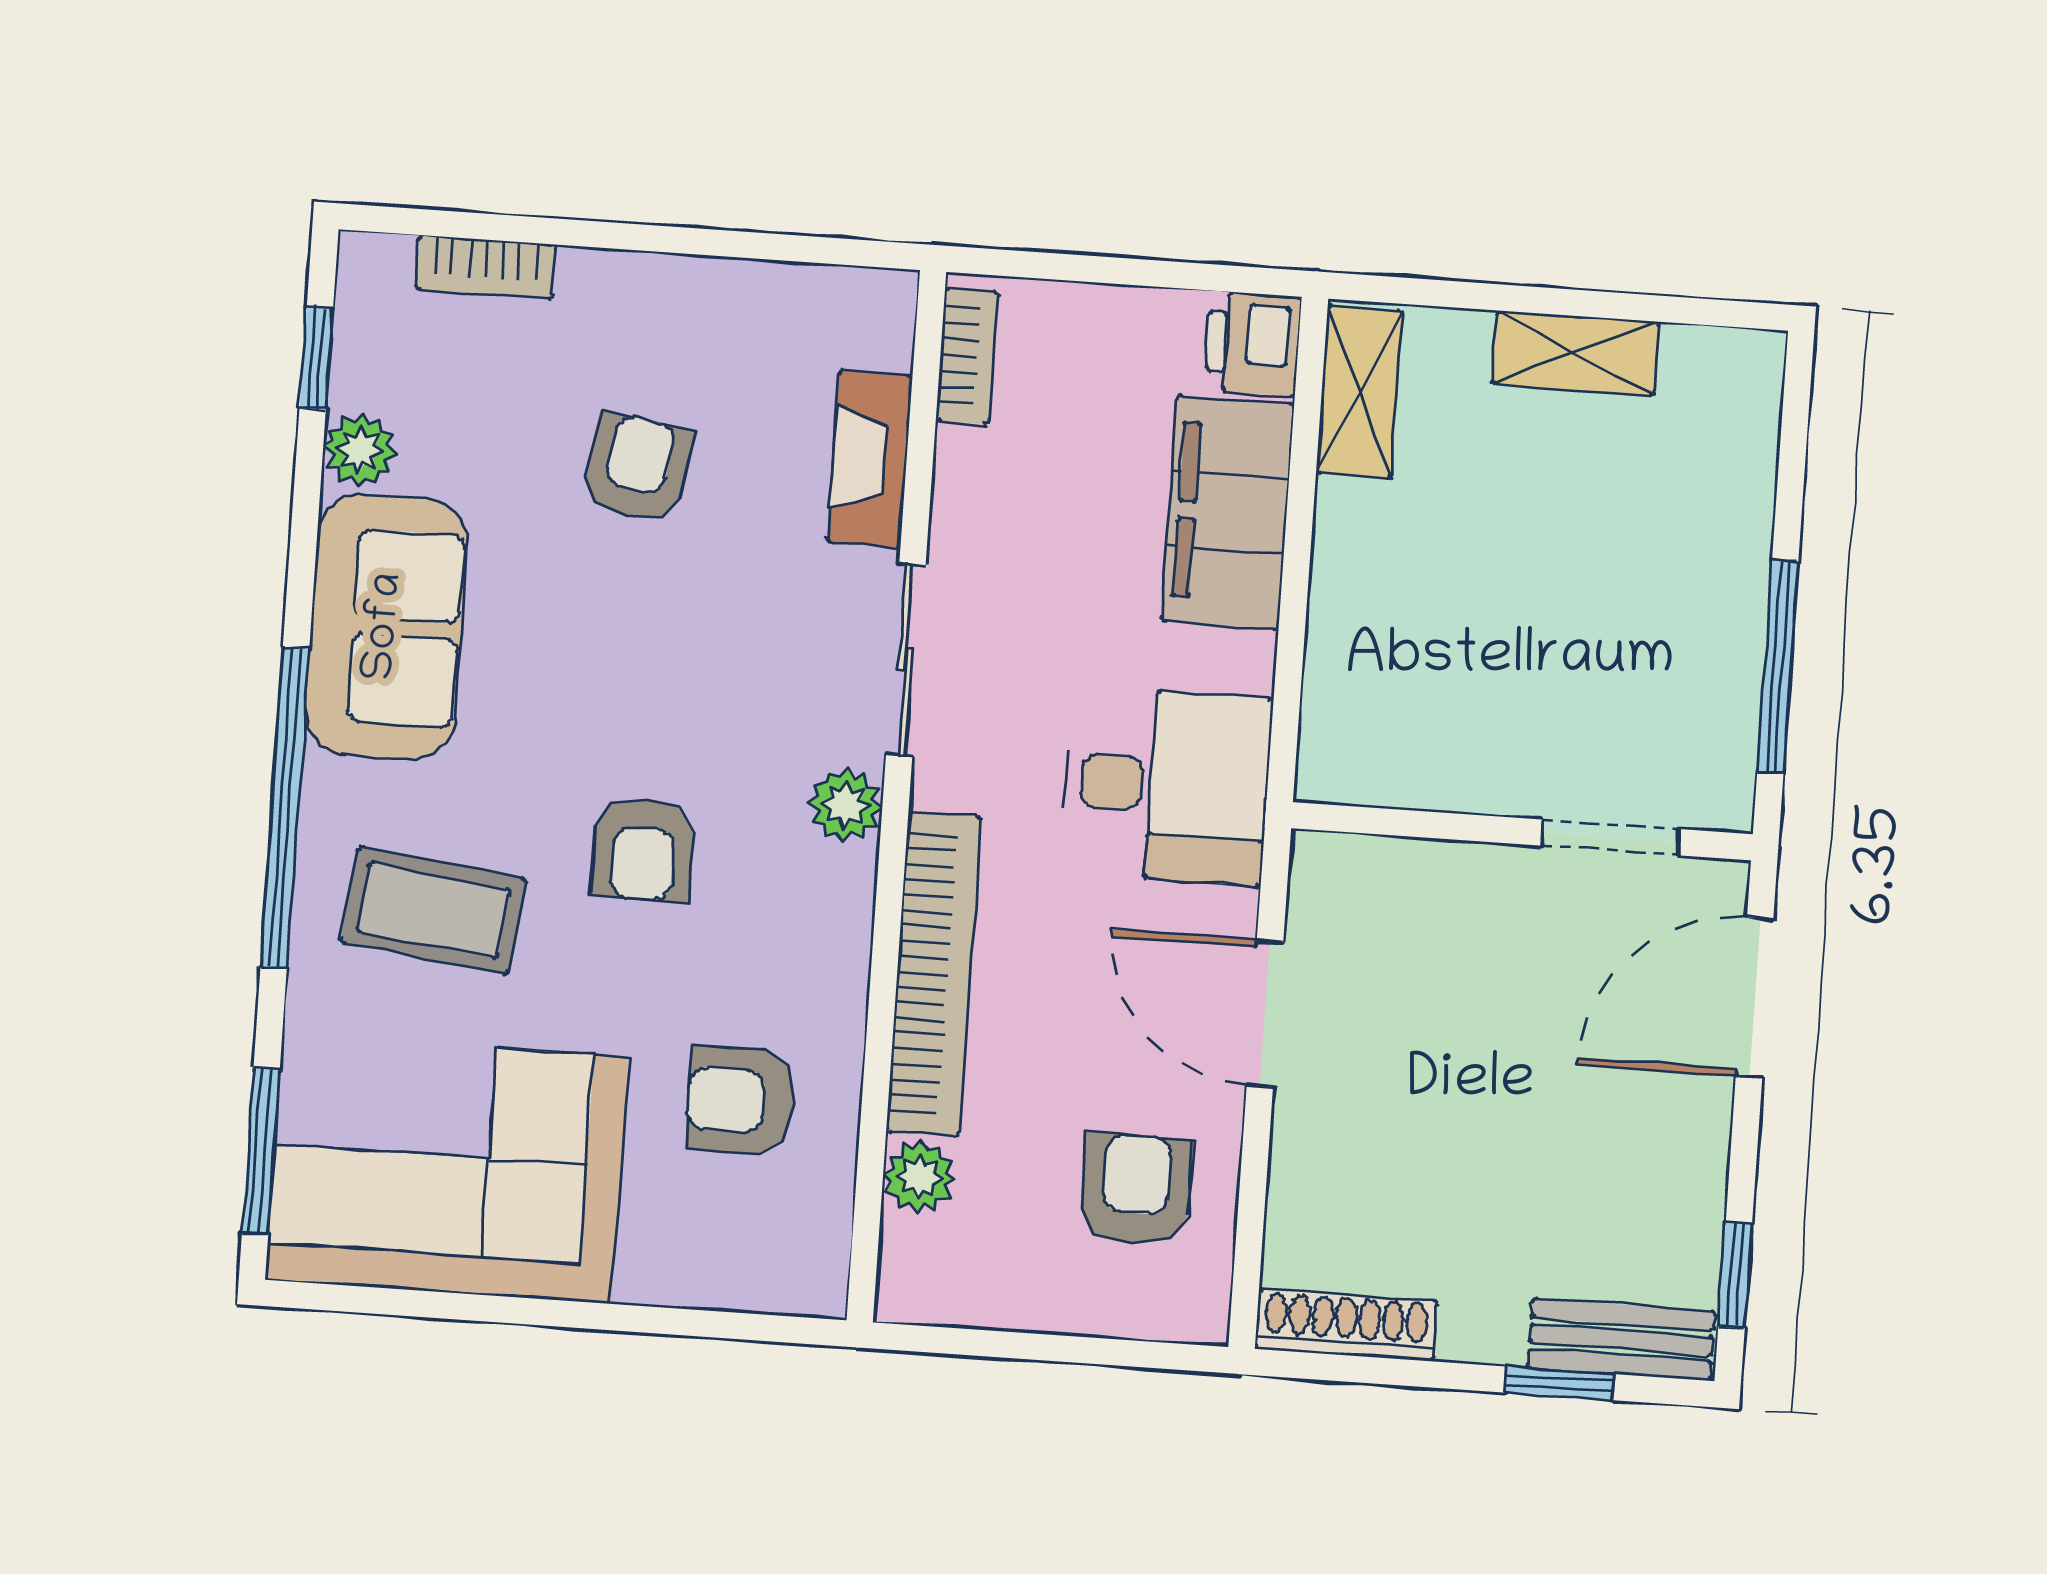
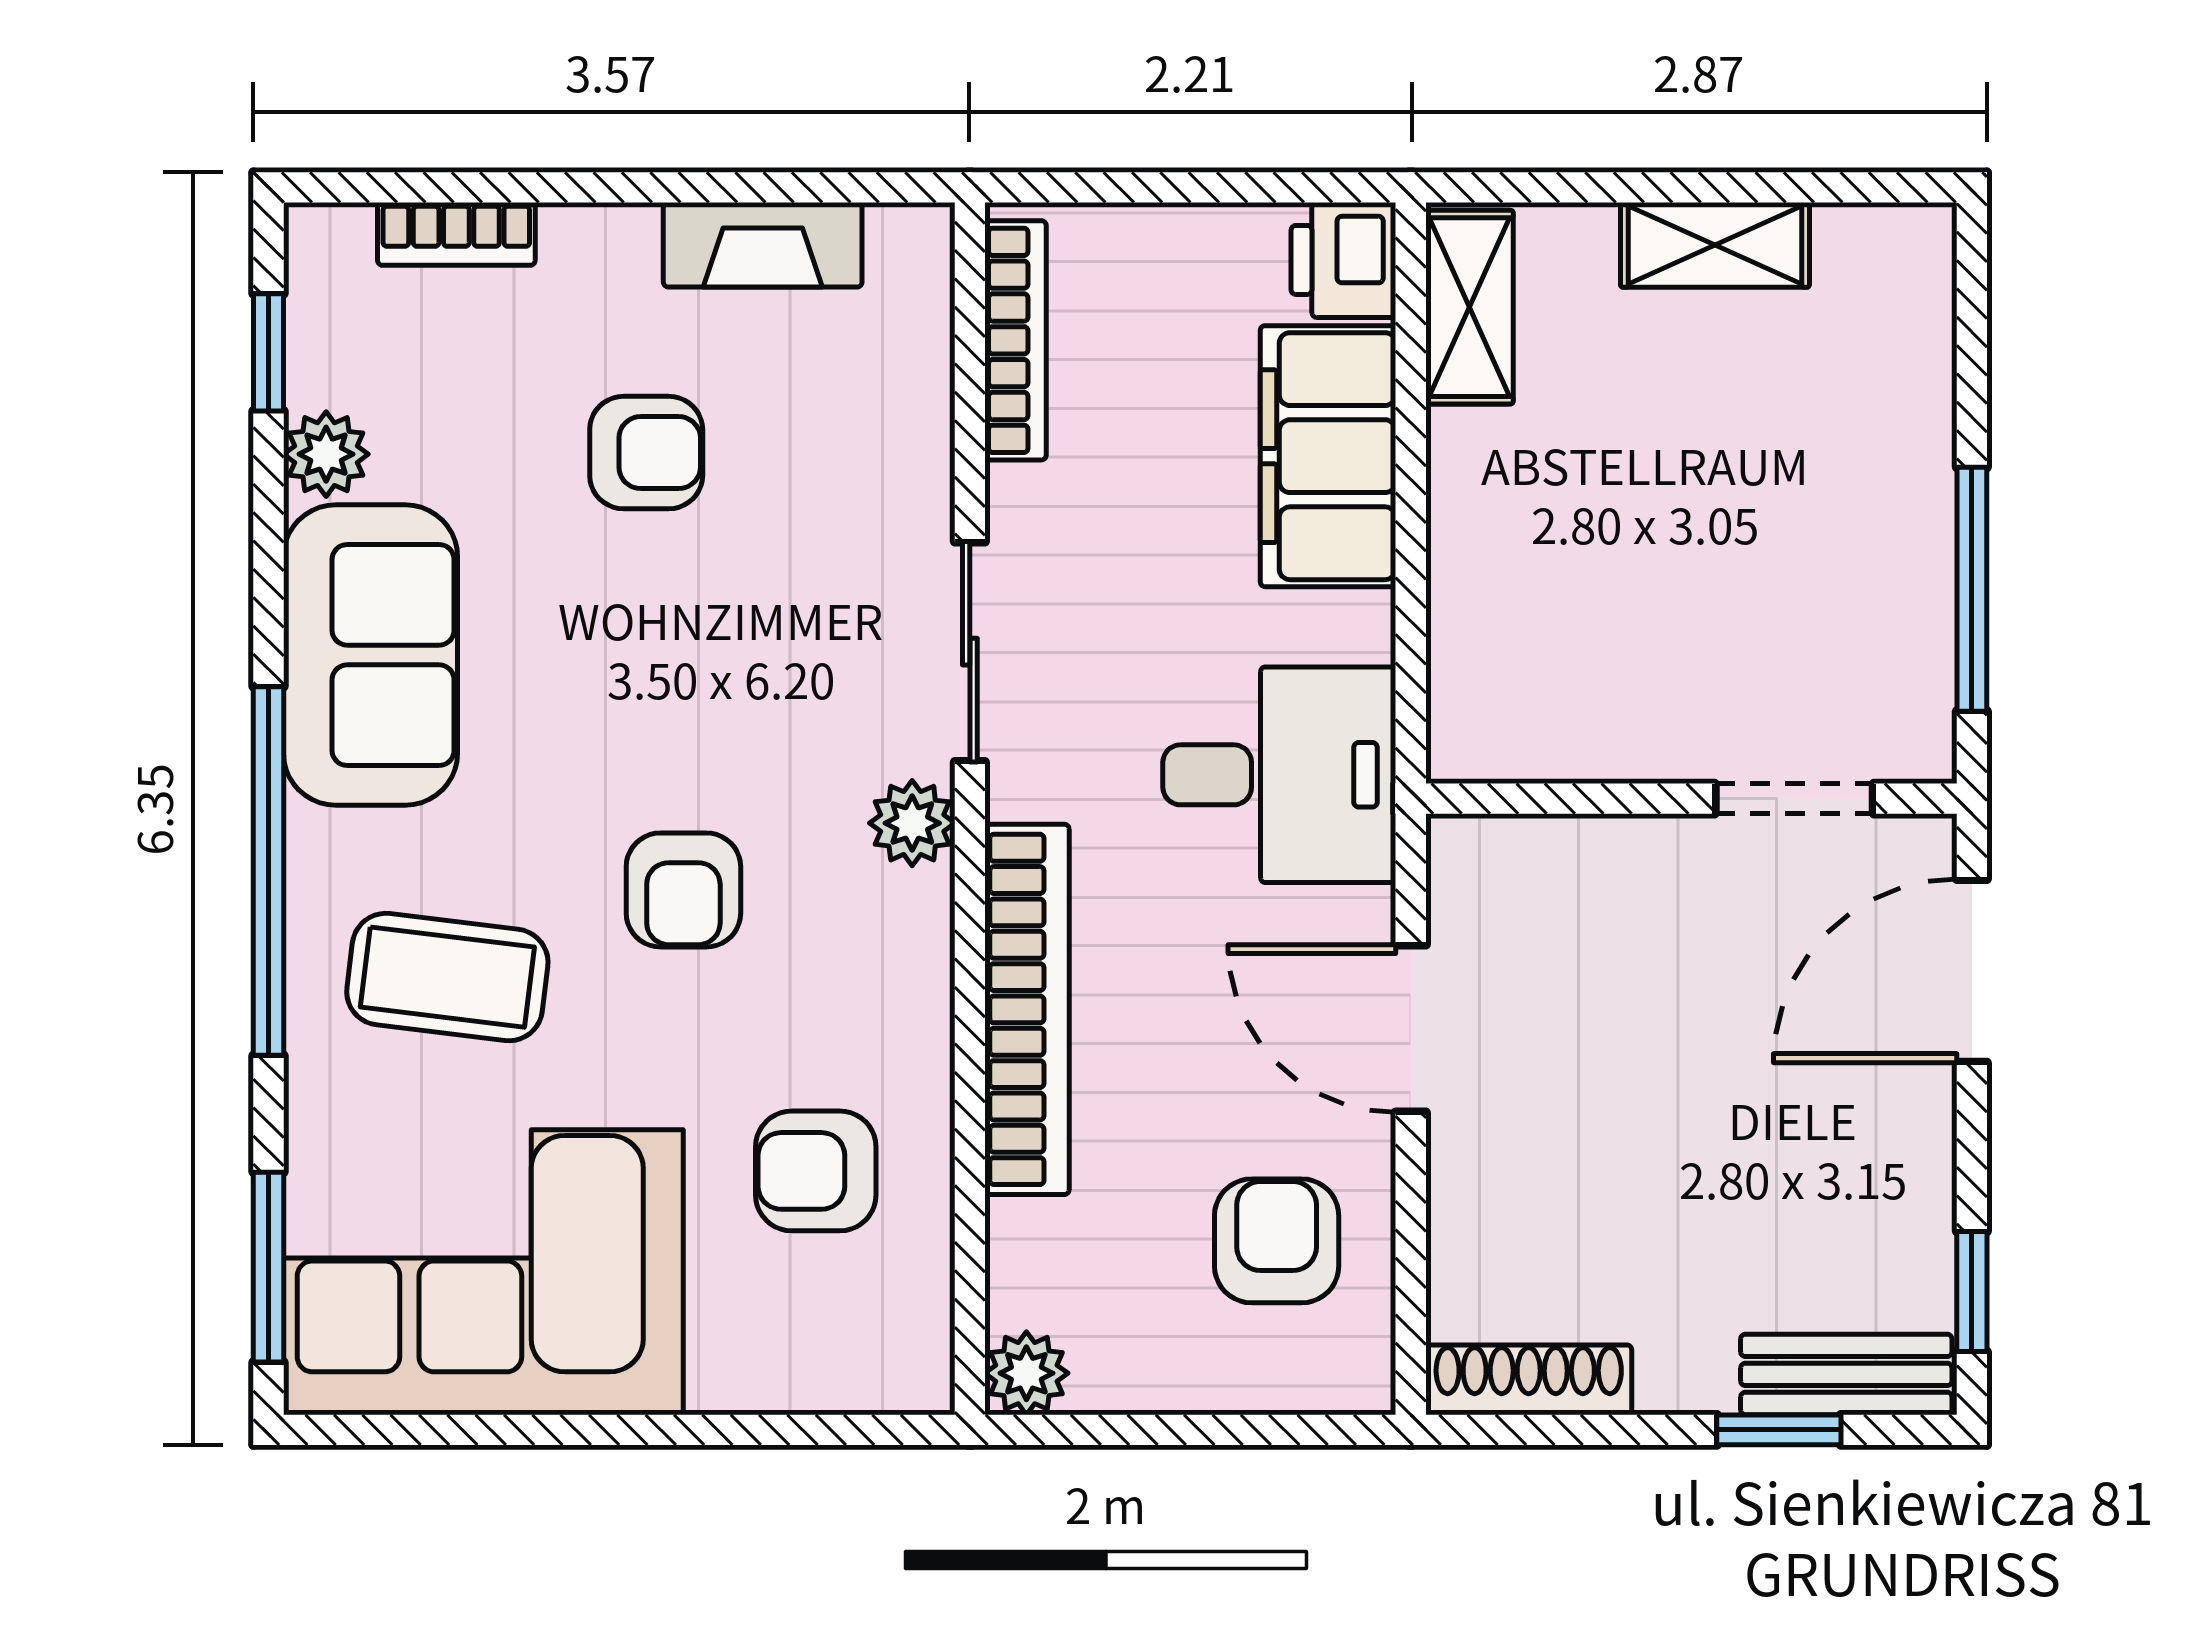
bookcase: (967, 356) -> (1016, 340), width x1.56
fireplace: (870, 459) -> (763, 245), moved, turned -90
armchair: (637, 468) -> (646, 453), turned 81
plant: (919, 1177) -> (1026, 1373), moved

